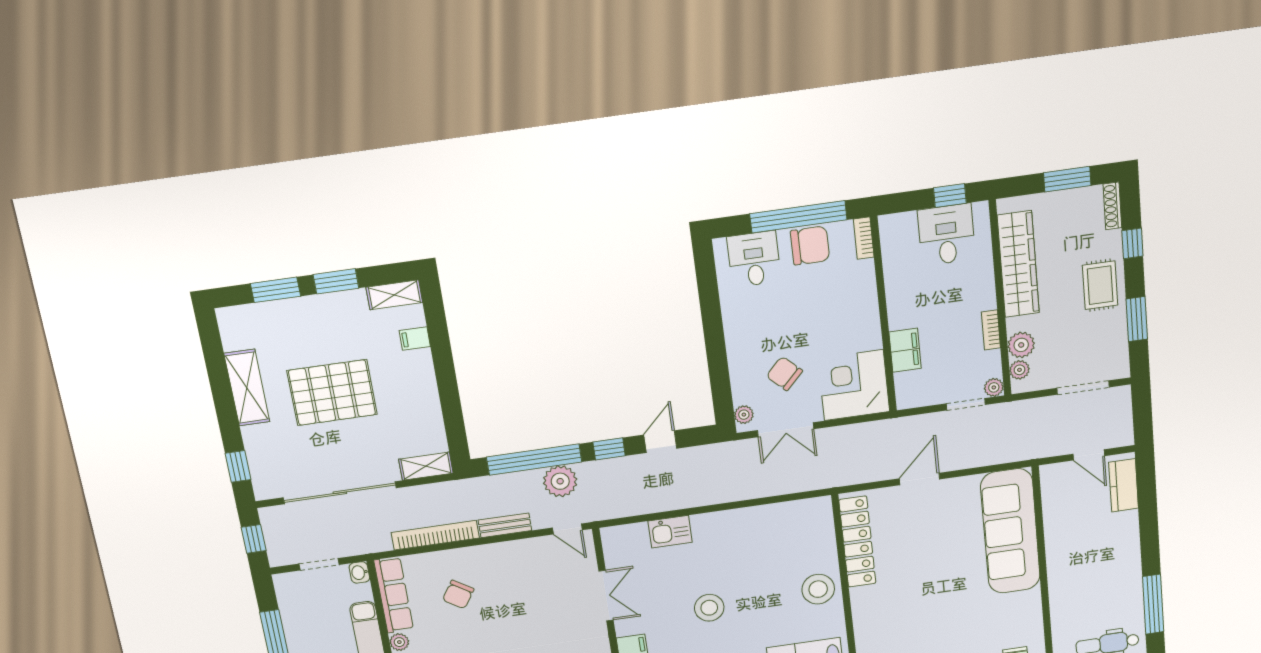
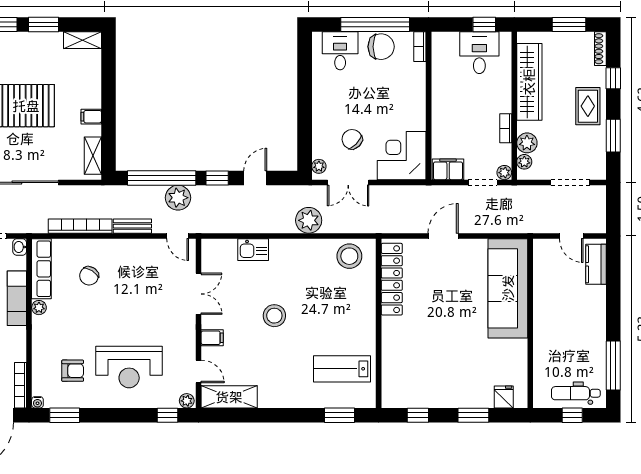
filing cabinet: (415, 339) -> (91, 117), moved
filing cabinet: (905, 350) -> (448, 169), moved, turned -90
shelving: (426, 466) -> (93, 156), moved, turned 90
plant: (739, 485) -> (309, 220), added
stool: (818, 589) -> (349, 256), moved

